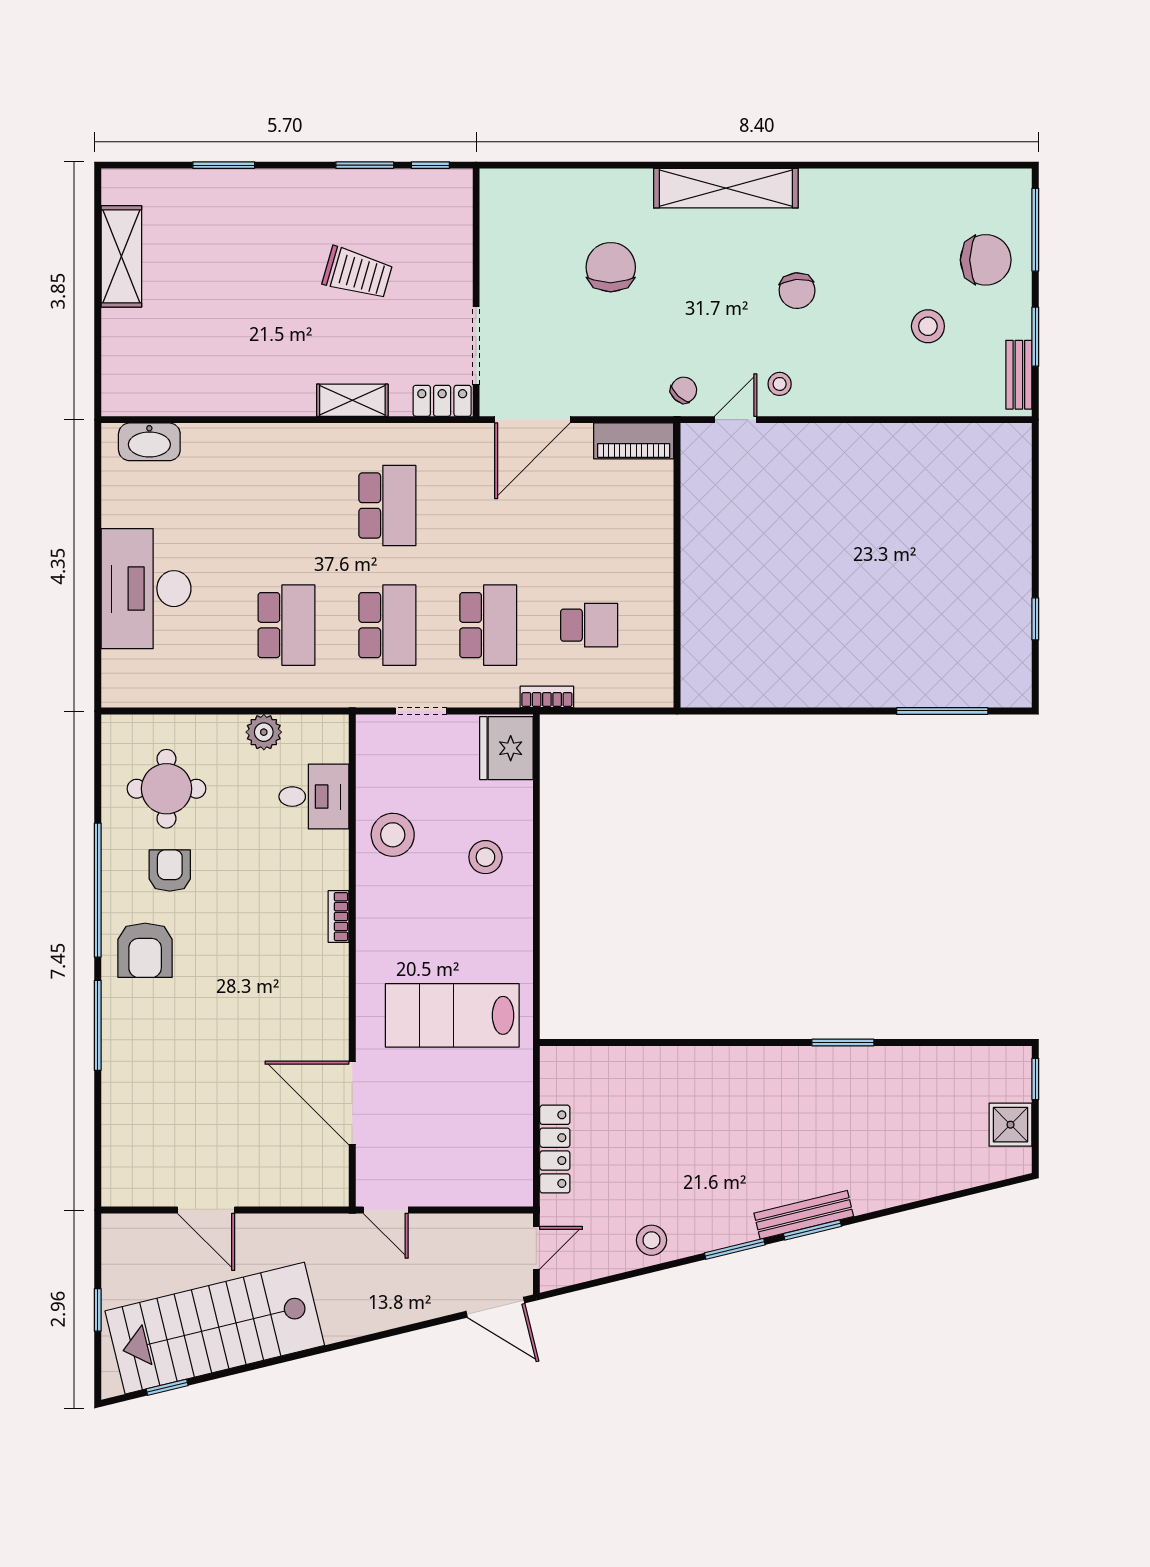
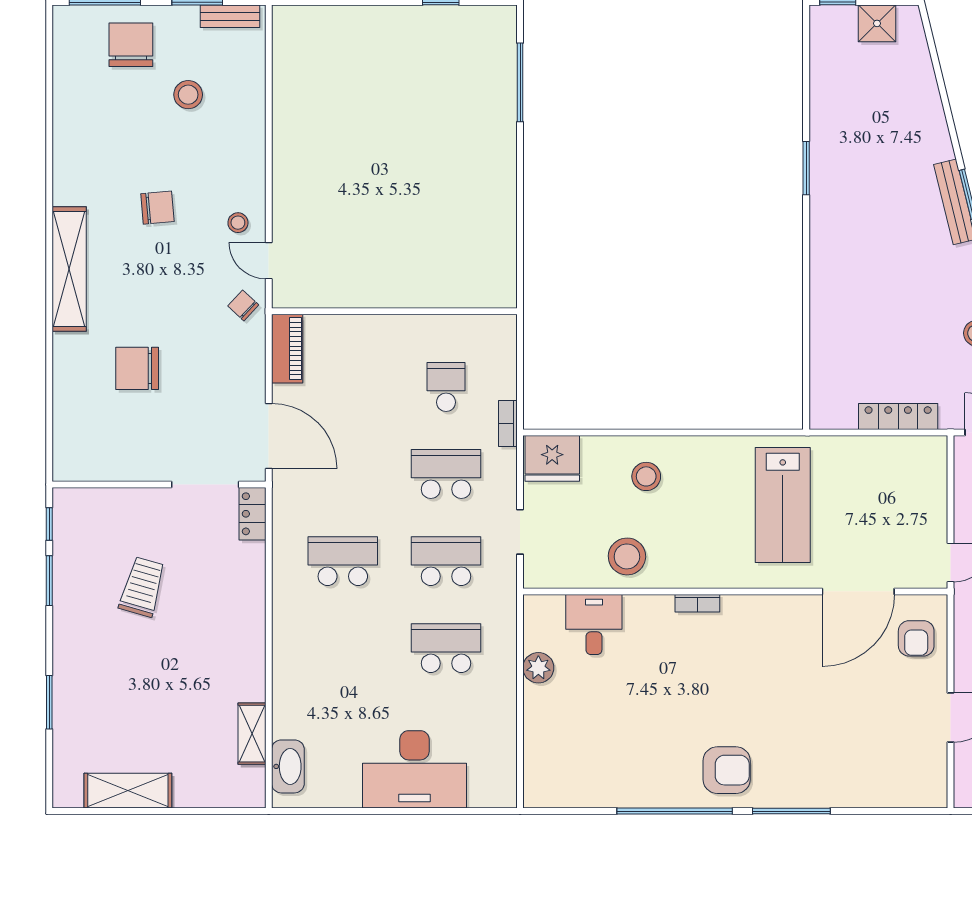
shelving: (352, 400) -> (252, 734), moved
round table: (166, 789) -> (587, 752), removed
armchair: (170, 871) -> (916, 638), moved, turned -90

